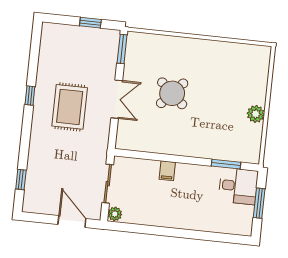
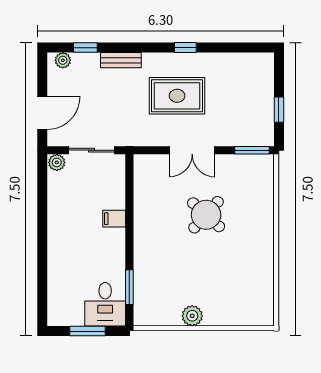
bench: (35, 151) -> (121, 60), added
plant: (30, 200) -> (63, 60), added

